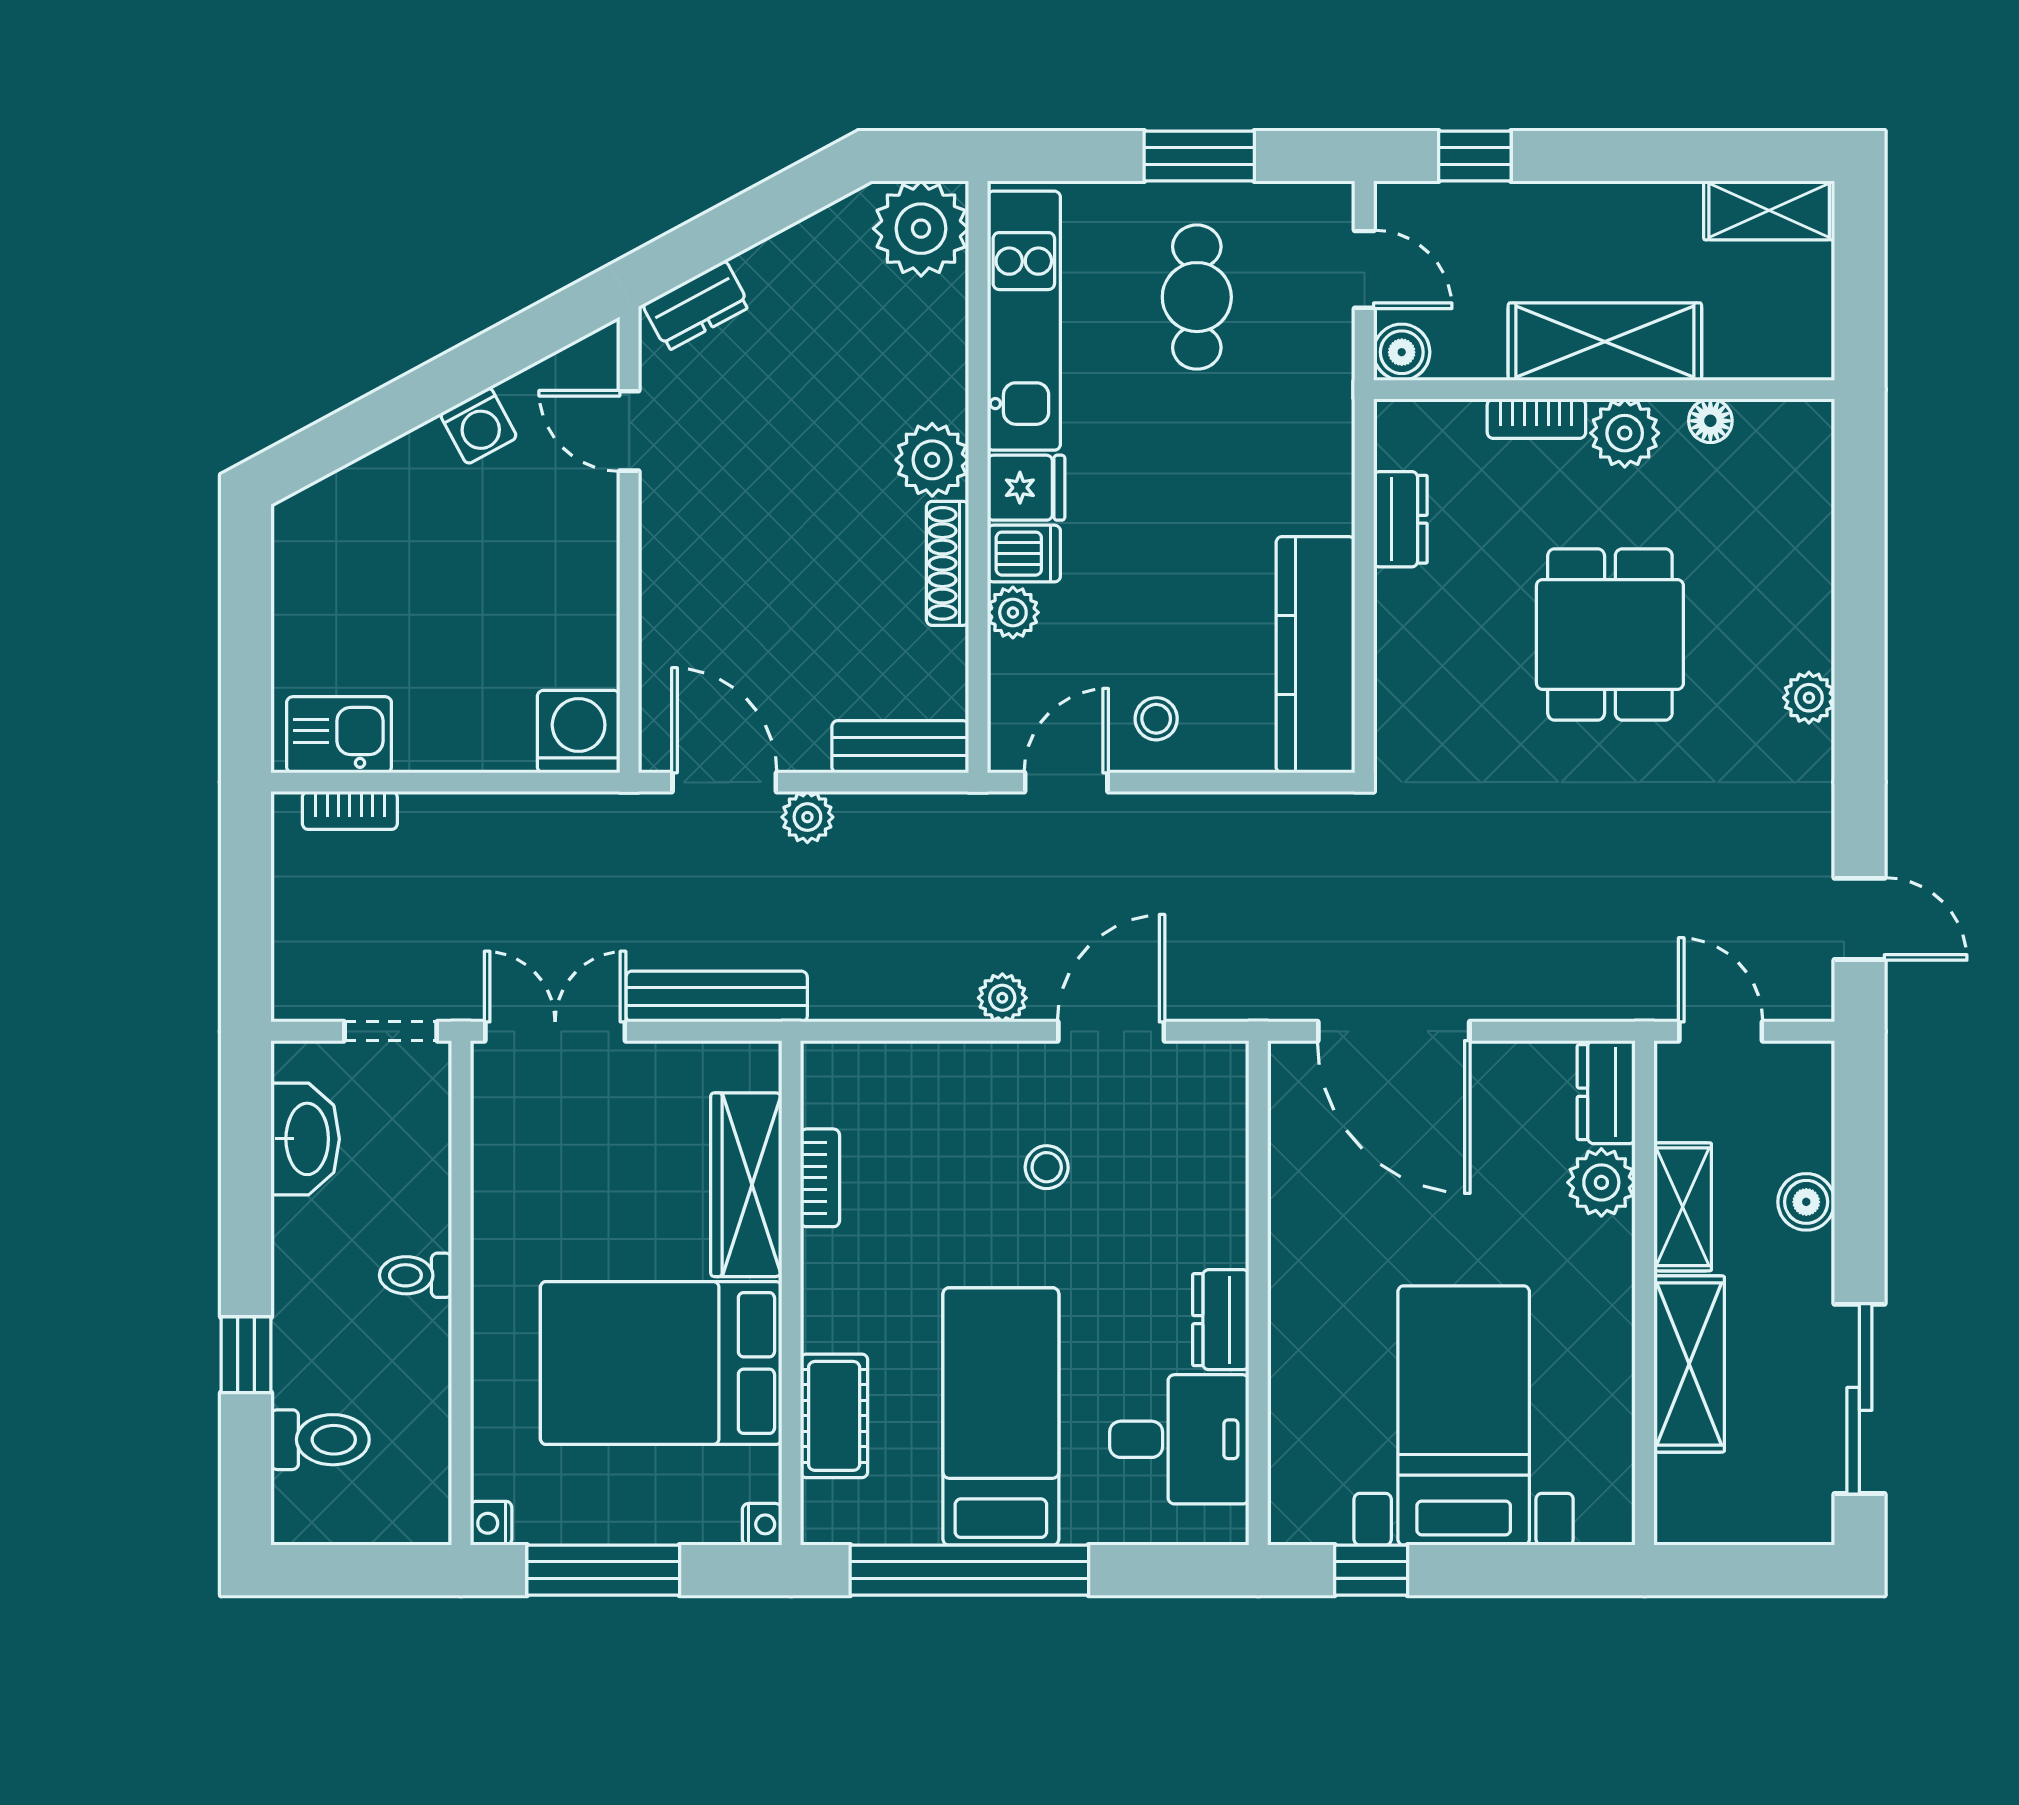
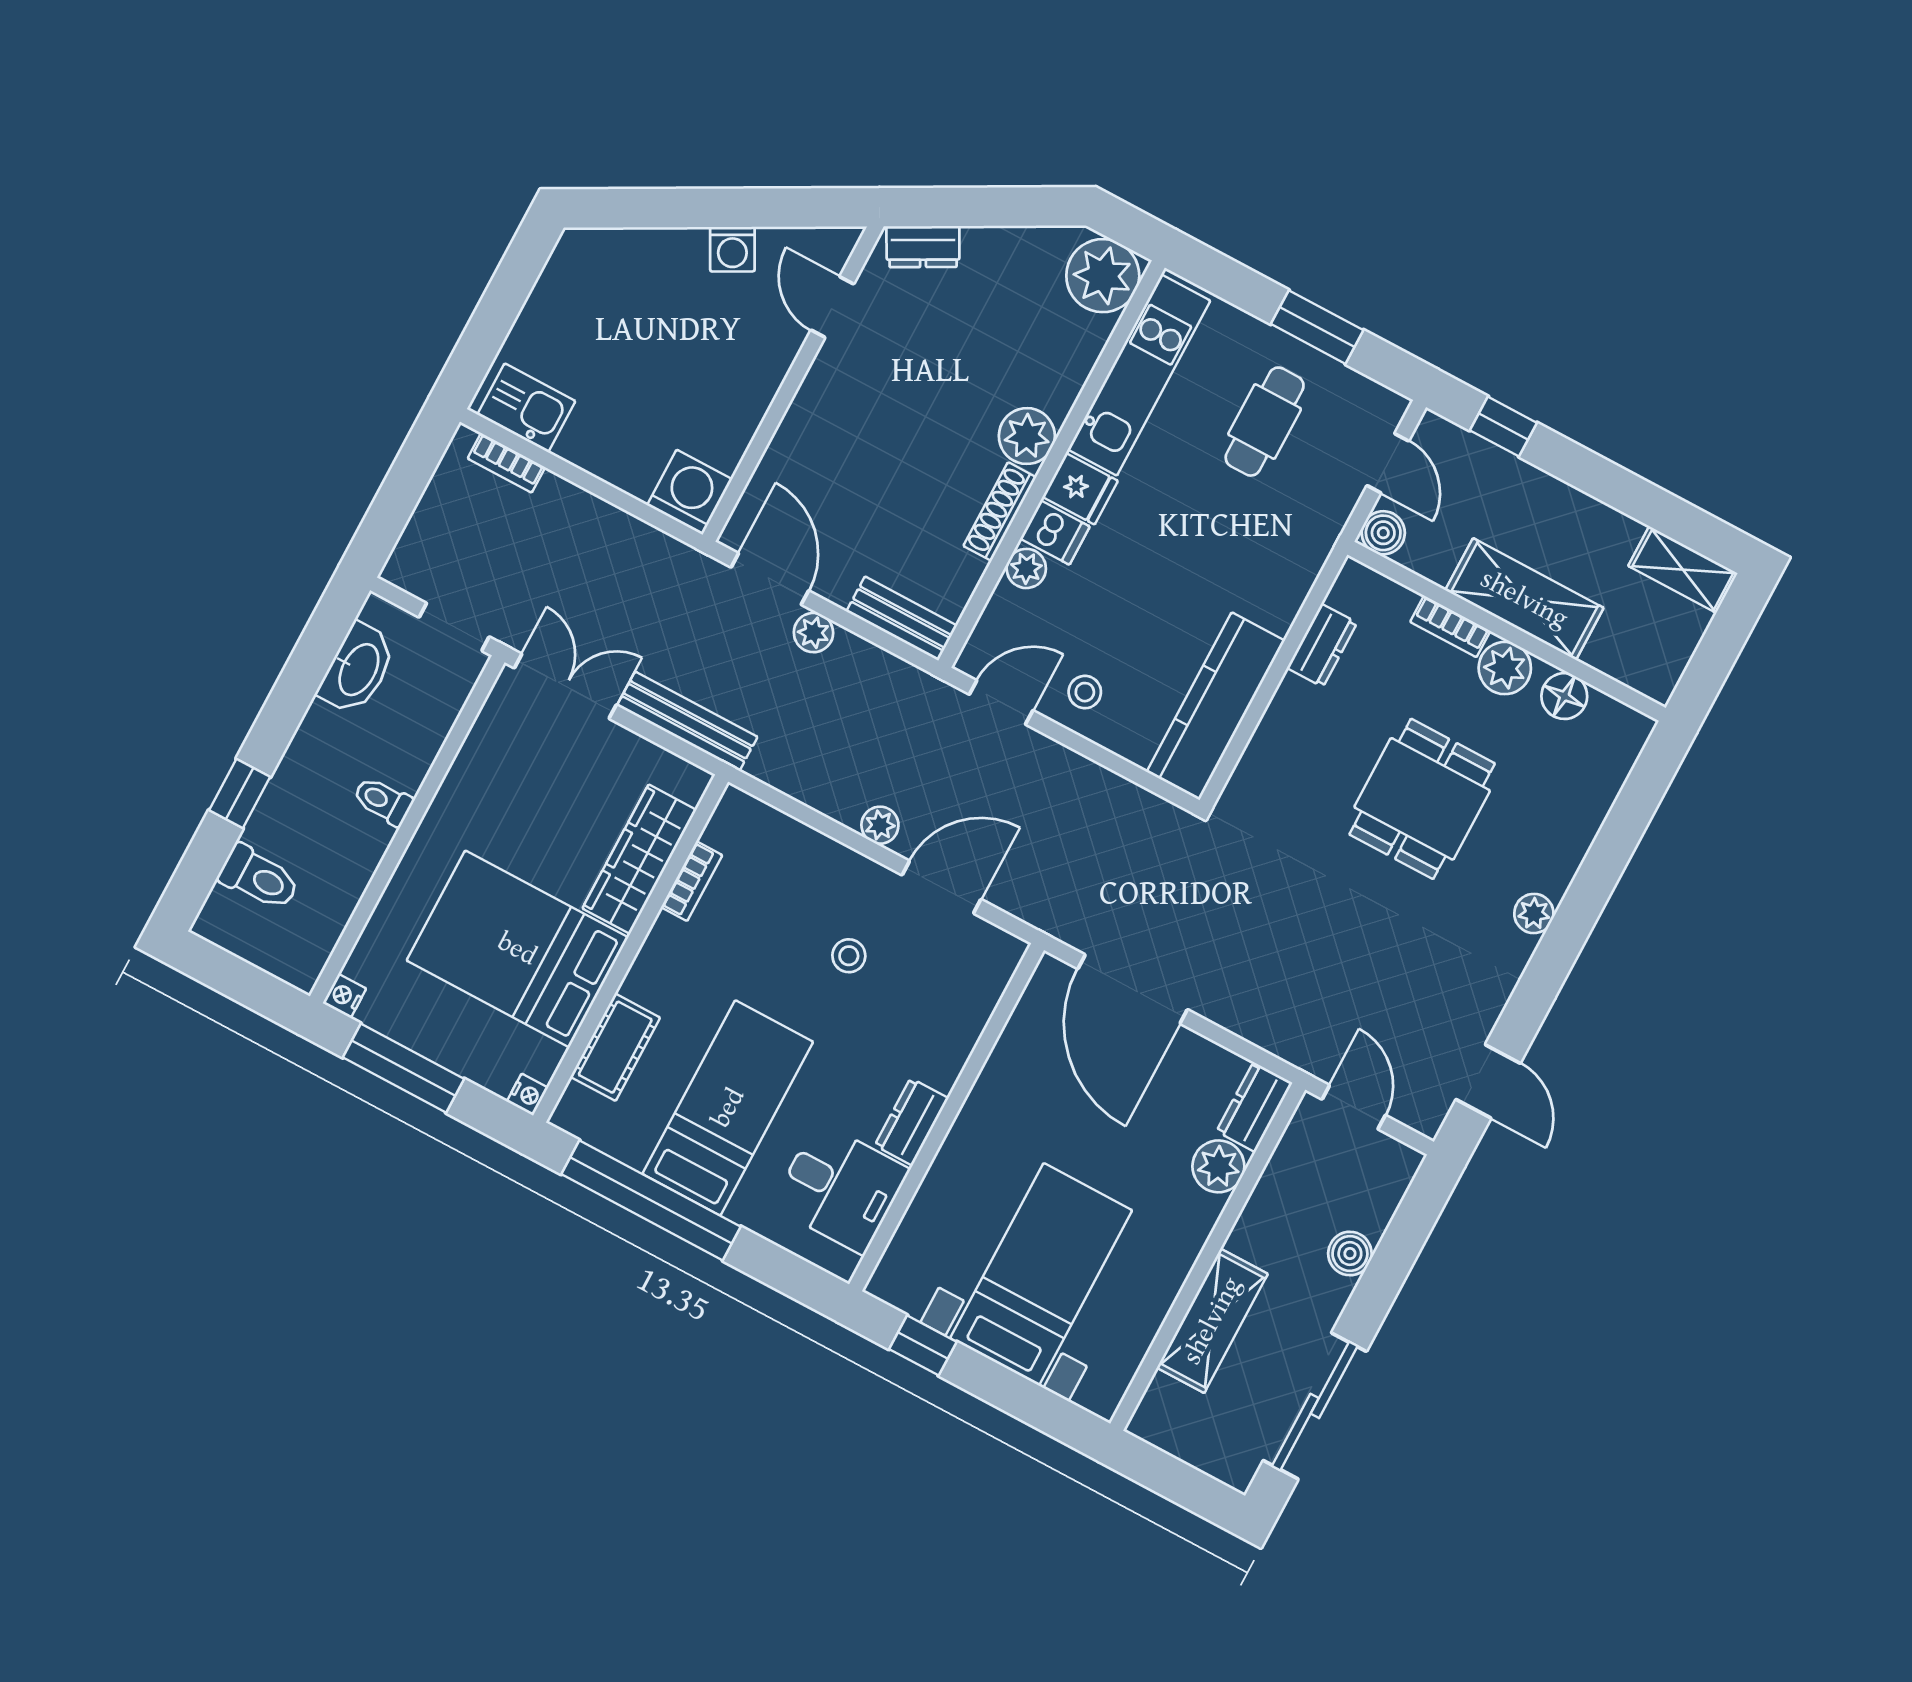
floor lamp: (1710, 421) -> (1564, 696), width x1.37, depth x1.37
shelving: (1683, 1207) -> (1265, 1212), removed

